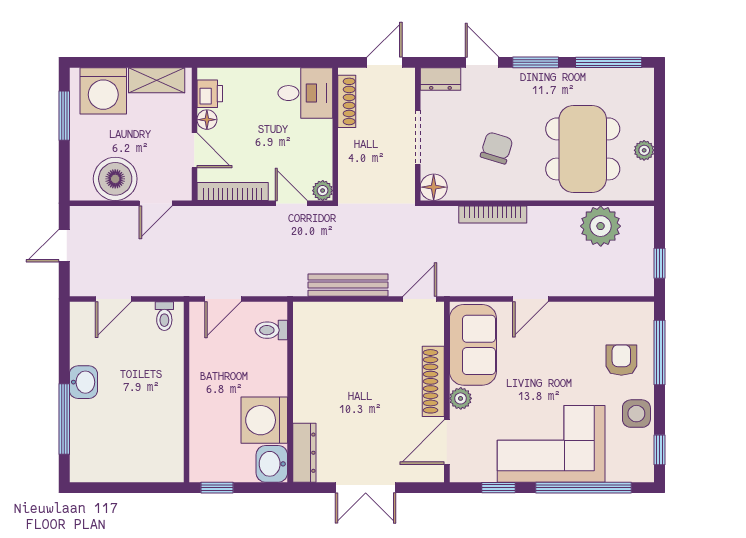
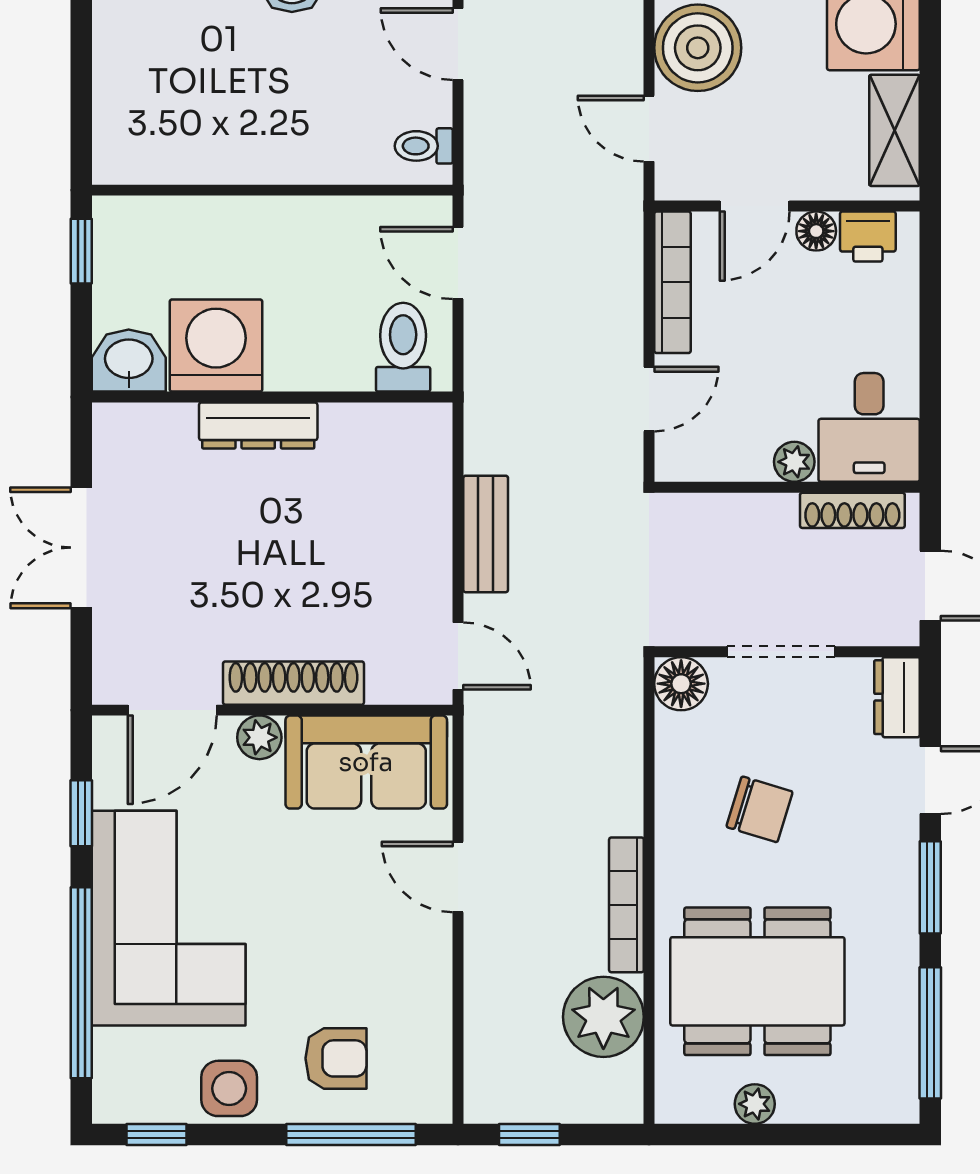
plant: (323, 191) -> (794, 462), moved
bookcase: (493, 215) -> (626, 905), moved
bench: (348, 285) -> (486, 534), width x0.73
toilet: (271, 330) -> (403, 347), width x1.37, depth x1.39
door: (447, 442) -> (172, 710), swing flipped
dresser: (304, 453) -> (258, 425), moved

